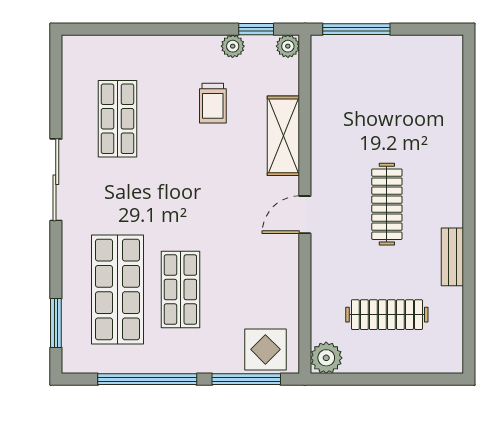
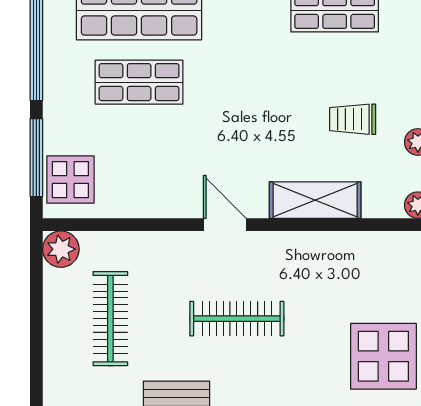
display table: (420, 76) -> (383, 356), added

